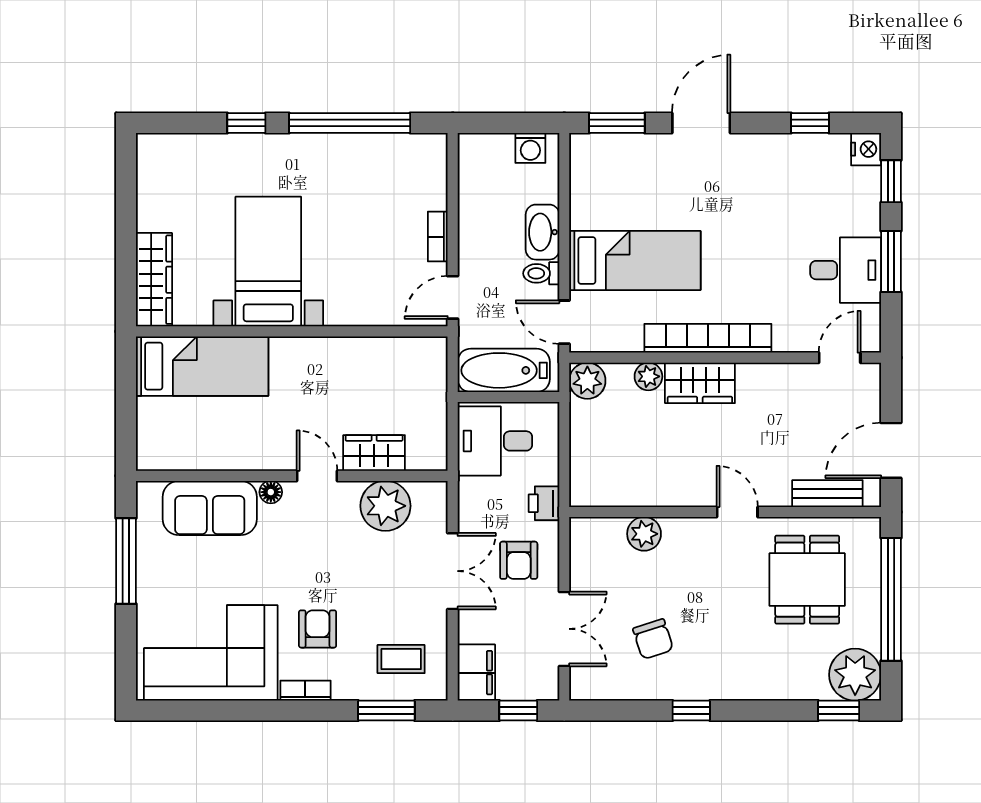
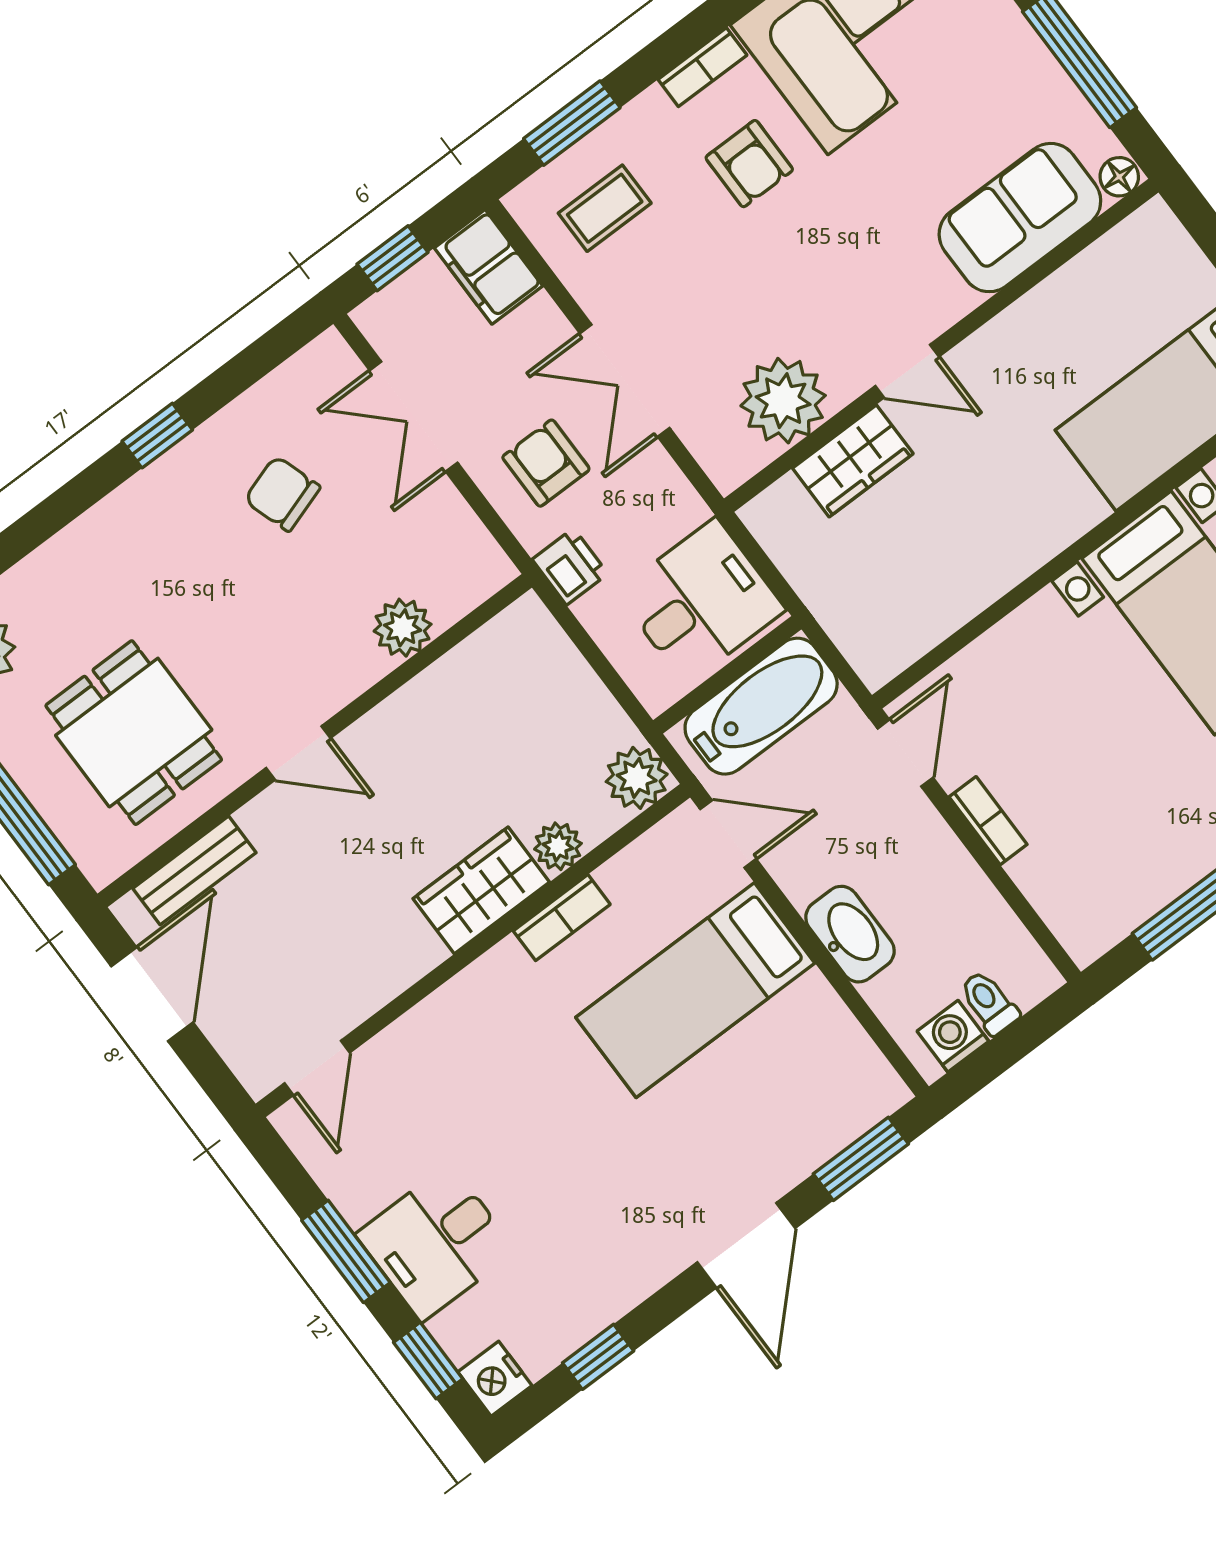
desk: (846, 270) -> (436, 1243), moved
toilet: (541, 273) -> (989, 1003), moved, turned -90
bookcase: (708, 338) -> (562, 918), width x0.43, depth x0.76
floor lamp: (271, 492) -> (1119, 177), moved

